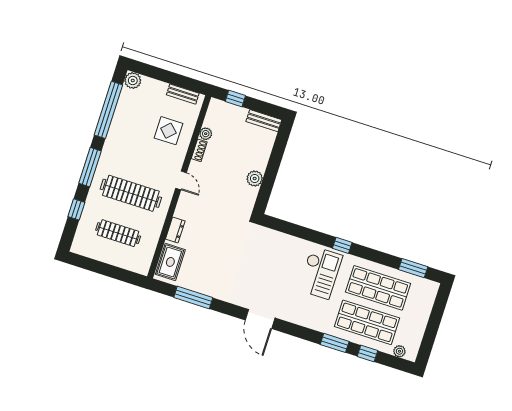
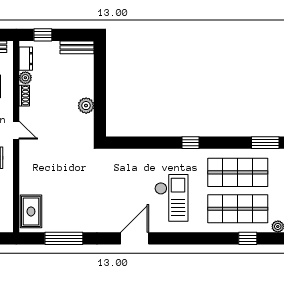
dresser: (175, 230) -> (26, 59), moved
checkout: (320, 273) -> (171, 198), moved
door: (260, 319) -> (135, 238), swing flipped
window: (335, 343) -> (213, 238), removed

